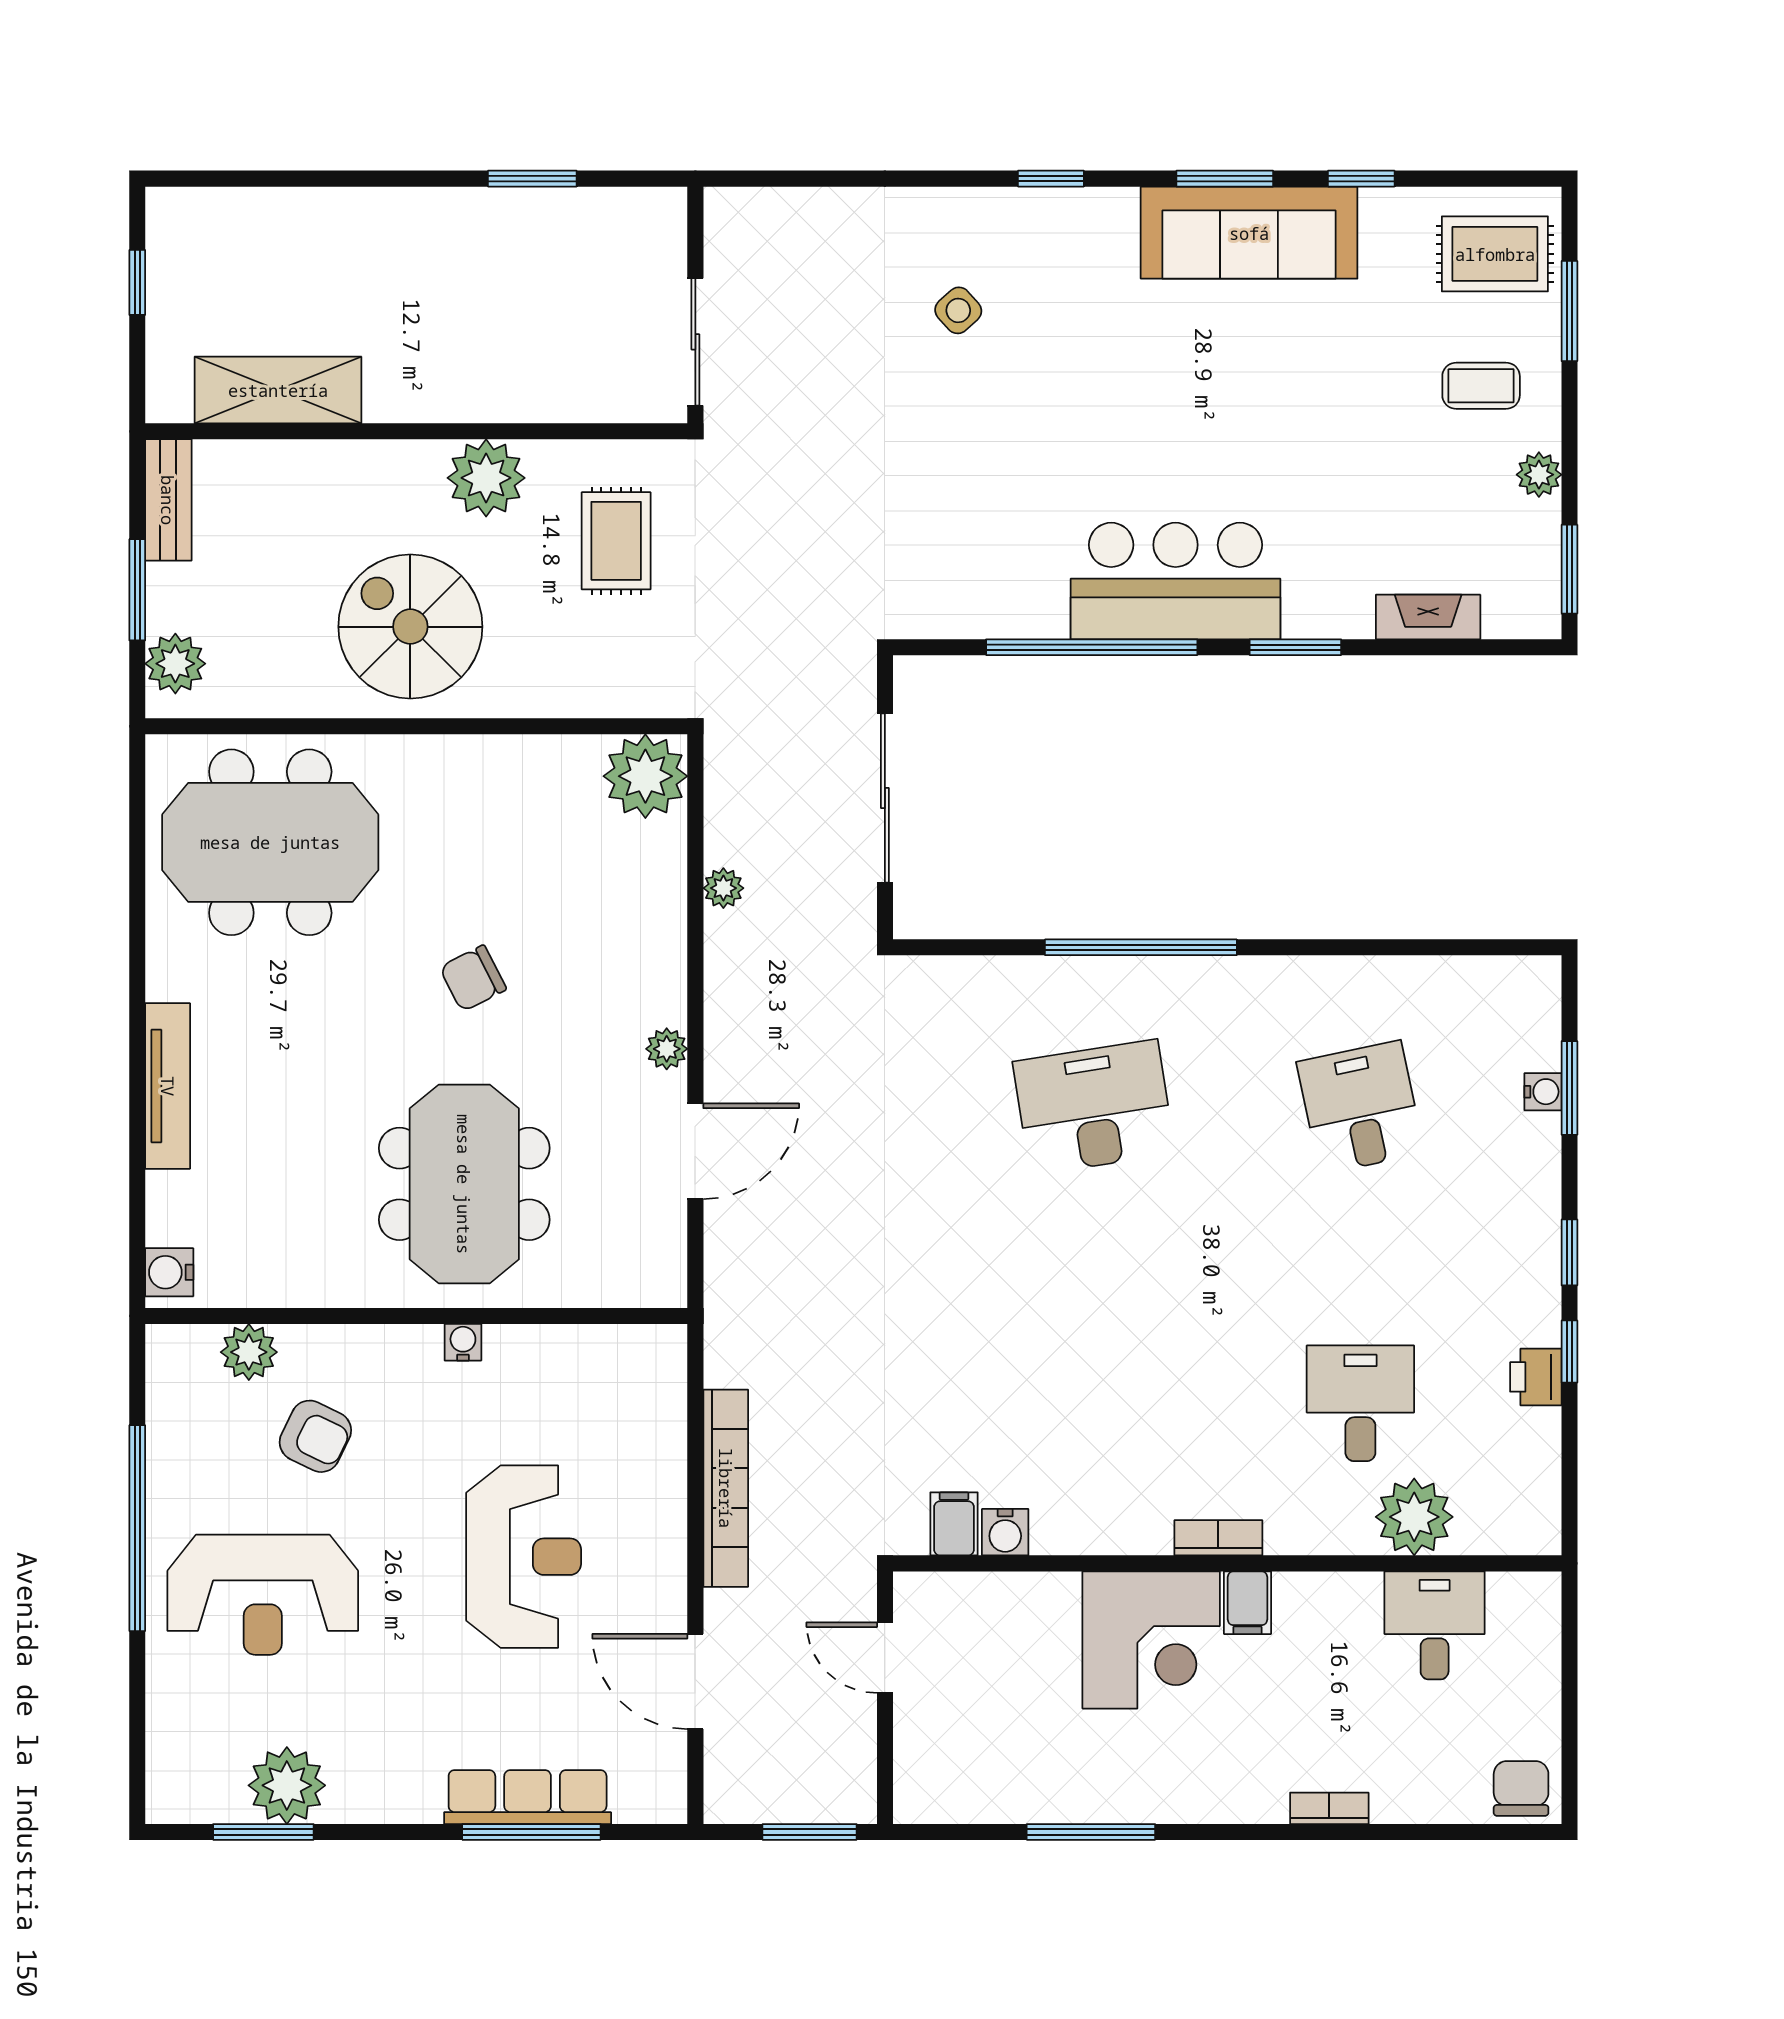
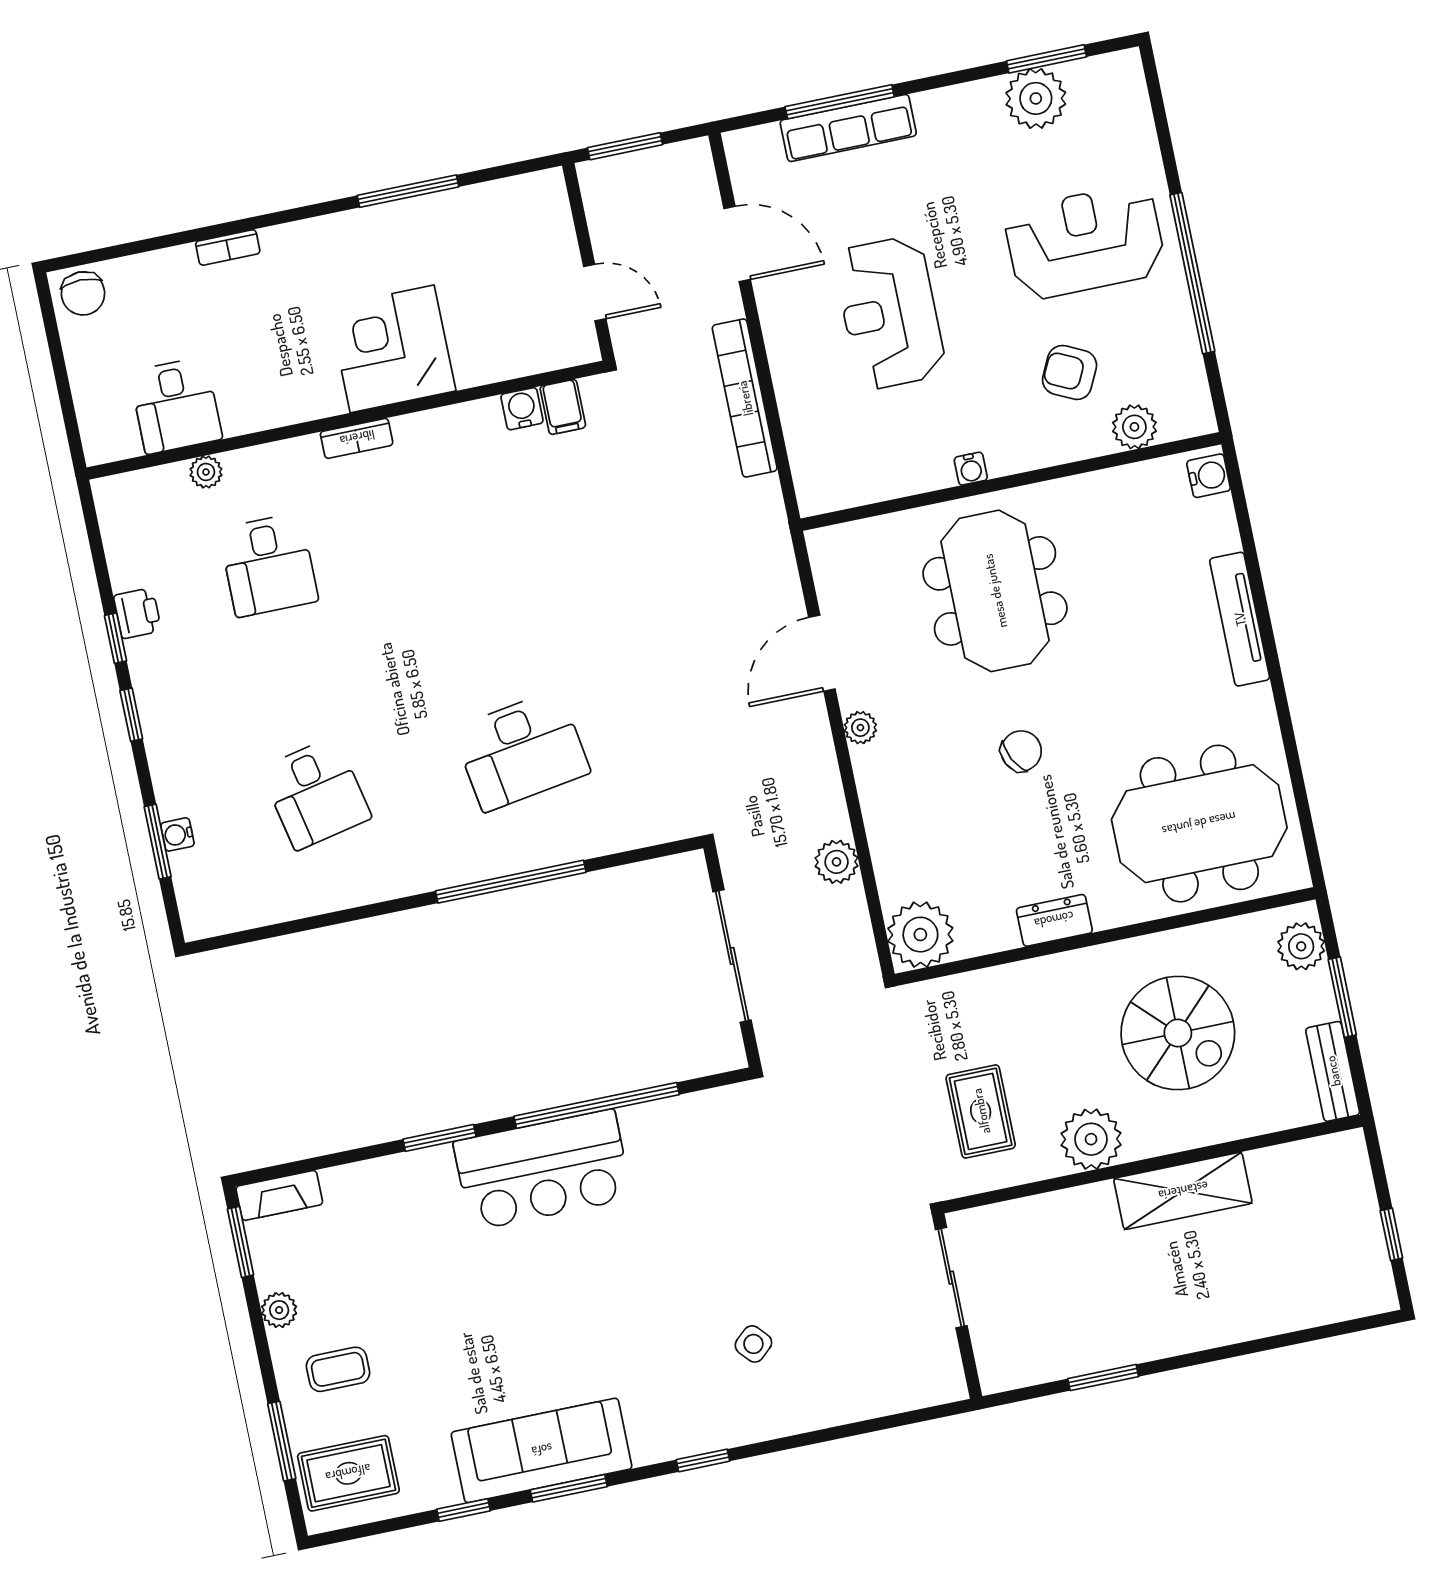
shelving: (278, 390) -> (1183, 1191), moved
fireplace: (1428, 617) -> (279, 1195), moved
spiral stairs: (410, 627) -> (1178, 1033), moved
dresser: (475, 759) -> (1054, 920), added
plant: (723, 888) -> (837, 862), width x1.38, depth x1.38
plant: (1414, 1517) -> (206, 472), width x0.53, depth x0.53
filing cabinet: (1248, 1603) -> (324, 393), removed

